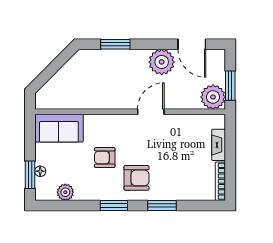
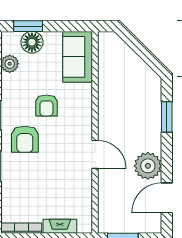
plant: (213, 97) -> (111, 220), removed
armchair: (105, 158) -> (46, 105), turned 180
floor lamp: (40, 171) -> (32, 42), width x1.89, depth x1.89

